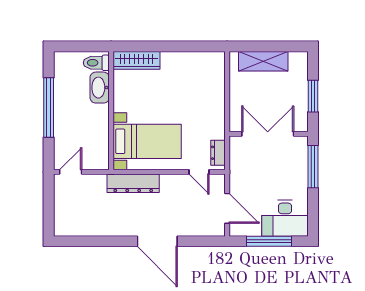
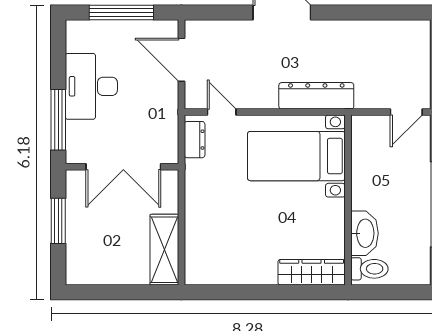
shelving: (263, 61) -> (164, 250), moved, turned 90
desk: (285, 218) -> (91, 86), moved, turned -90

